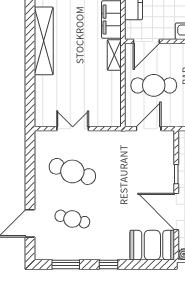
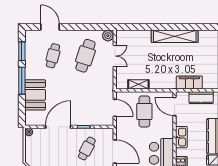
shelving: (114, 55) -> (138, 84), moved
plant: (43, 139) -> (108, 36), added
booth: (152, 245) -> (35, 95), moved
window: (109, 264) -> (22, 81), width x2.17

